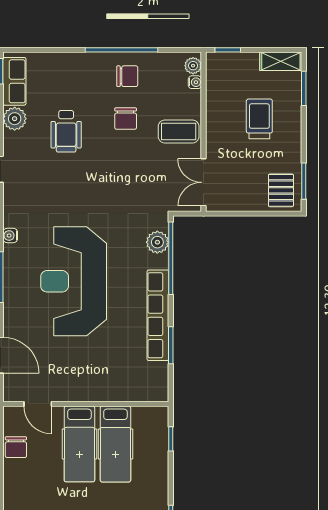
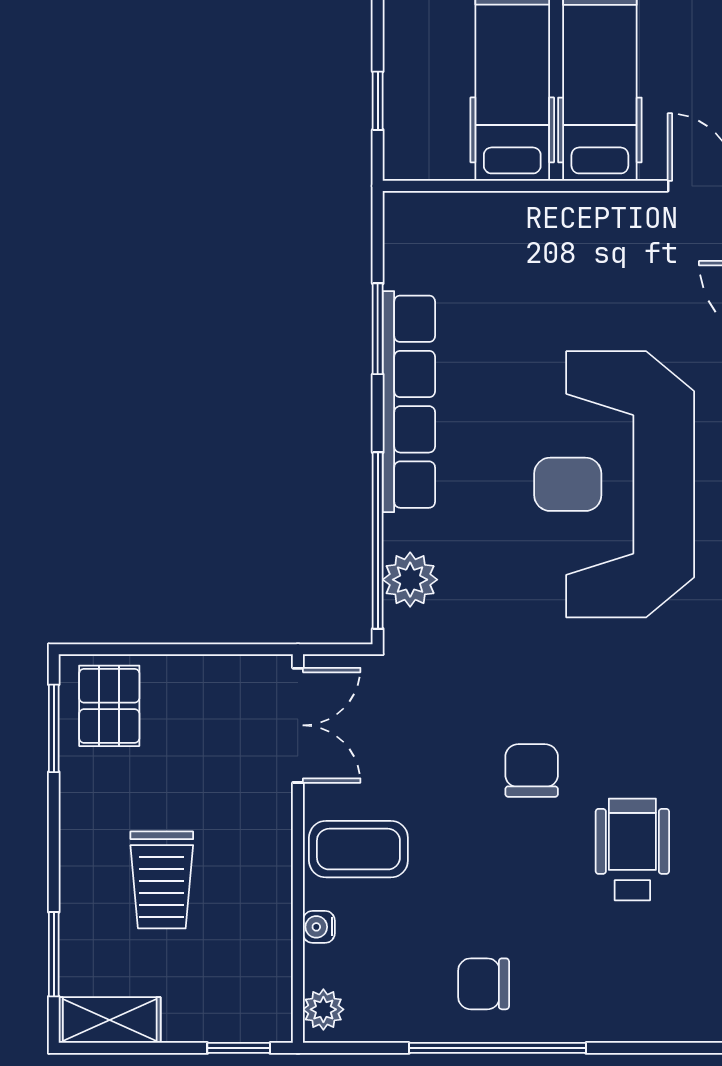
water cooler: (195, 82) -> (319, 927), moved
chair: (126, 119) -> (532, 771), moved
reception desk: (74, 281) -> (614, 484), turned 180

